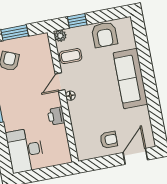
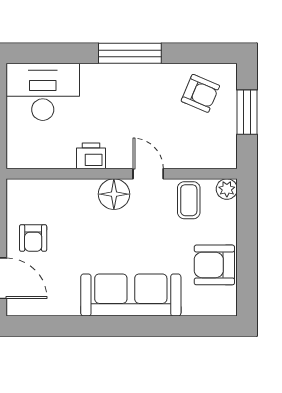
window: (77, 21) -> (247, 223), removed
floor lamp: (70, 96) -> (114, 194), width x1.89, depth x1.89

